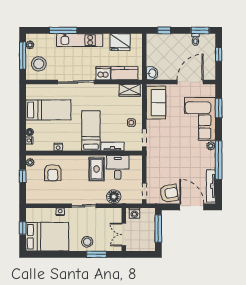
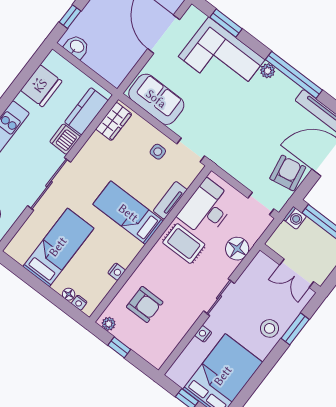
washbasin: (152, 73) -> (77, 47), moved
desk: (118, 167) -> (207, 209), width x1.37
washing machine: (134, 213) -> (295, 218), moved

